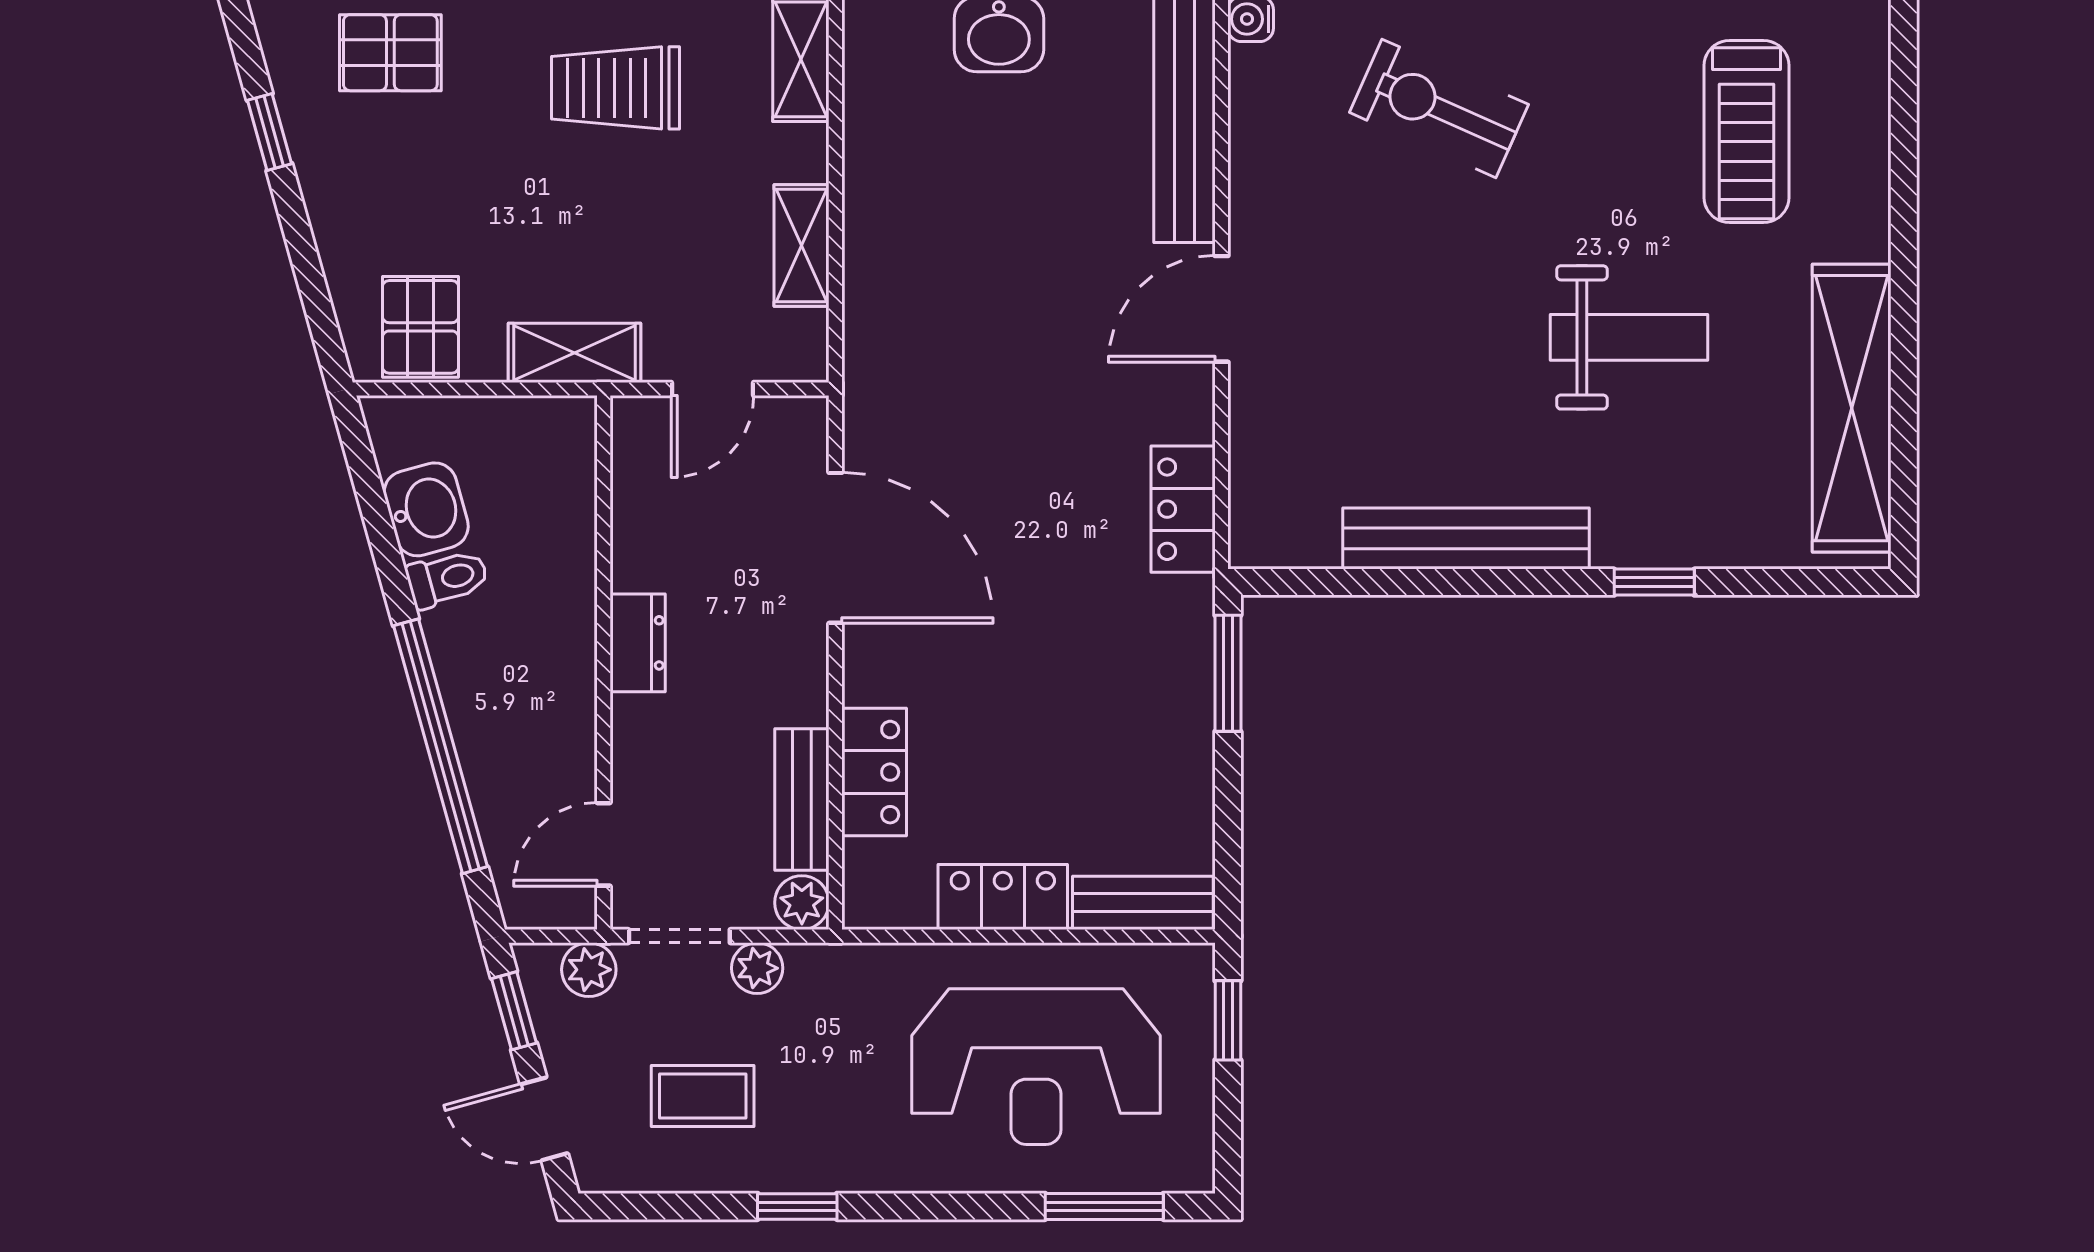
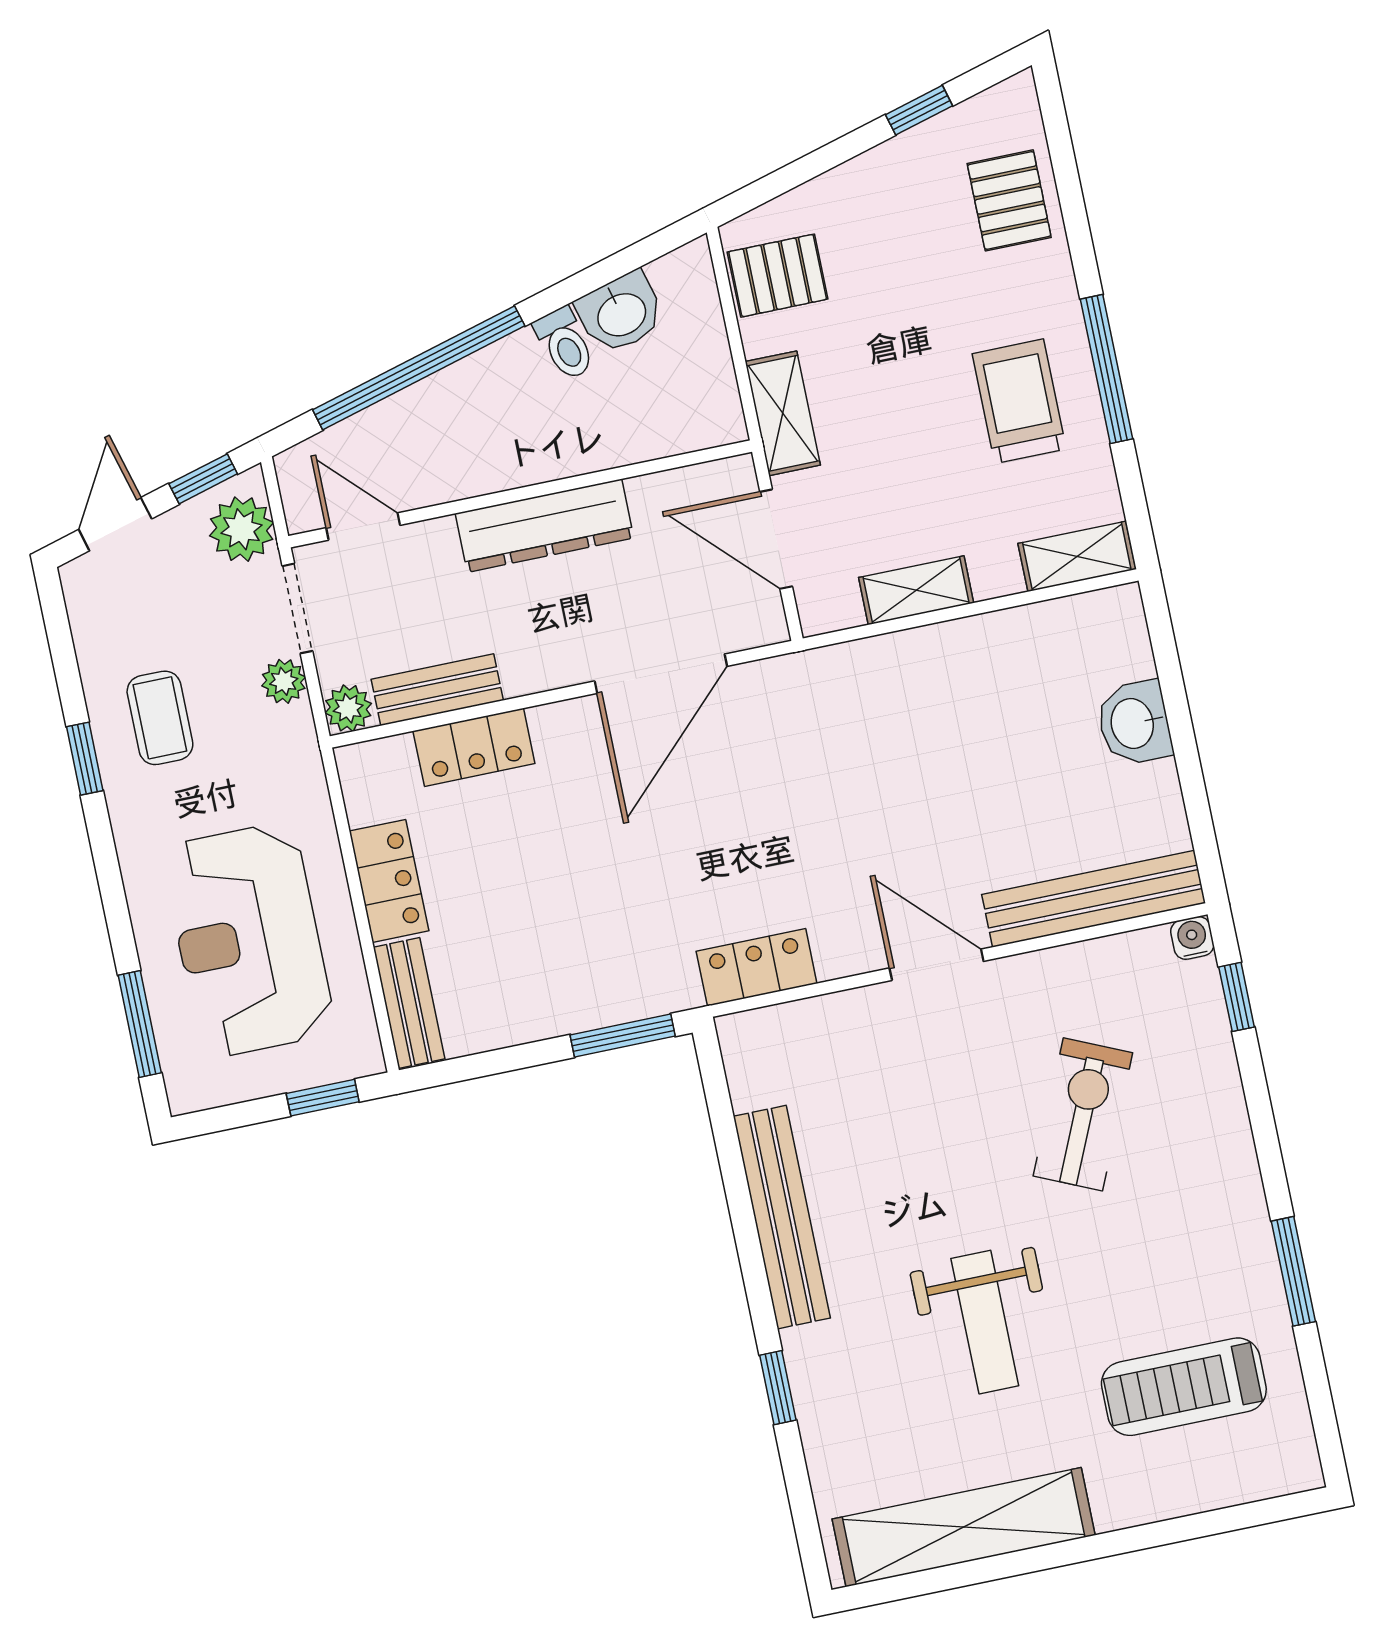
exercise bike: (1439, 108) -> (1083, 1114), moved
door: (712, 389) -> (776, 539), width x1.38
dresser: (638, 643) -> (545, 526), width x1.96, depth x1.24
plant: (589, 970) -> (242, 529), width x1.38, depth x1.38
coffee table: (703, 1096) -> (160, 718), moved

